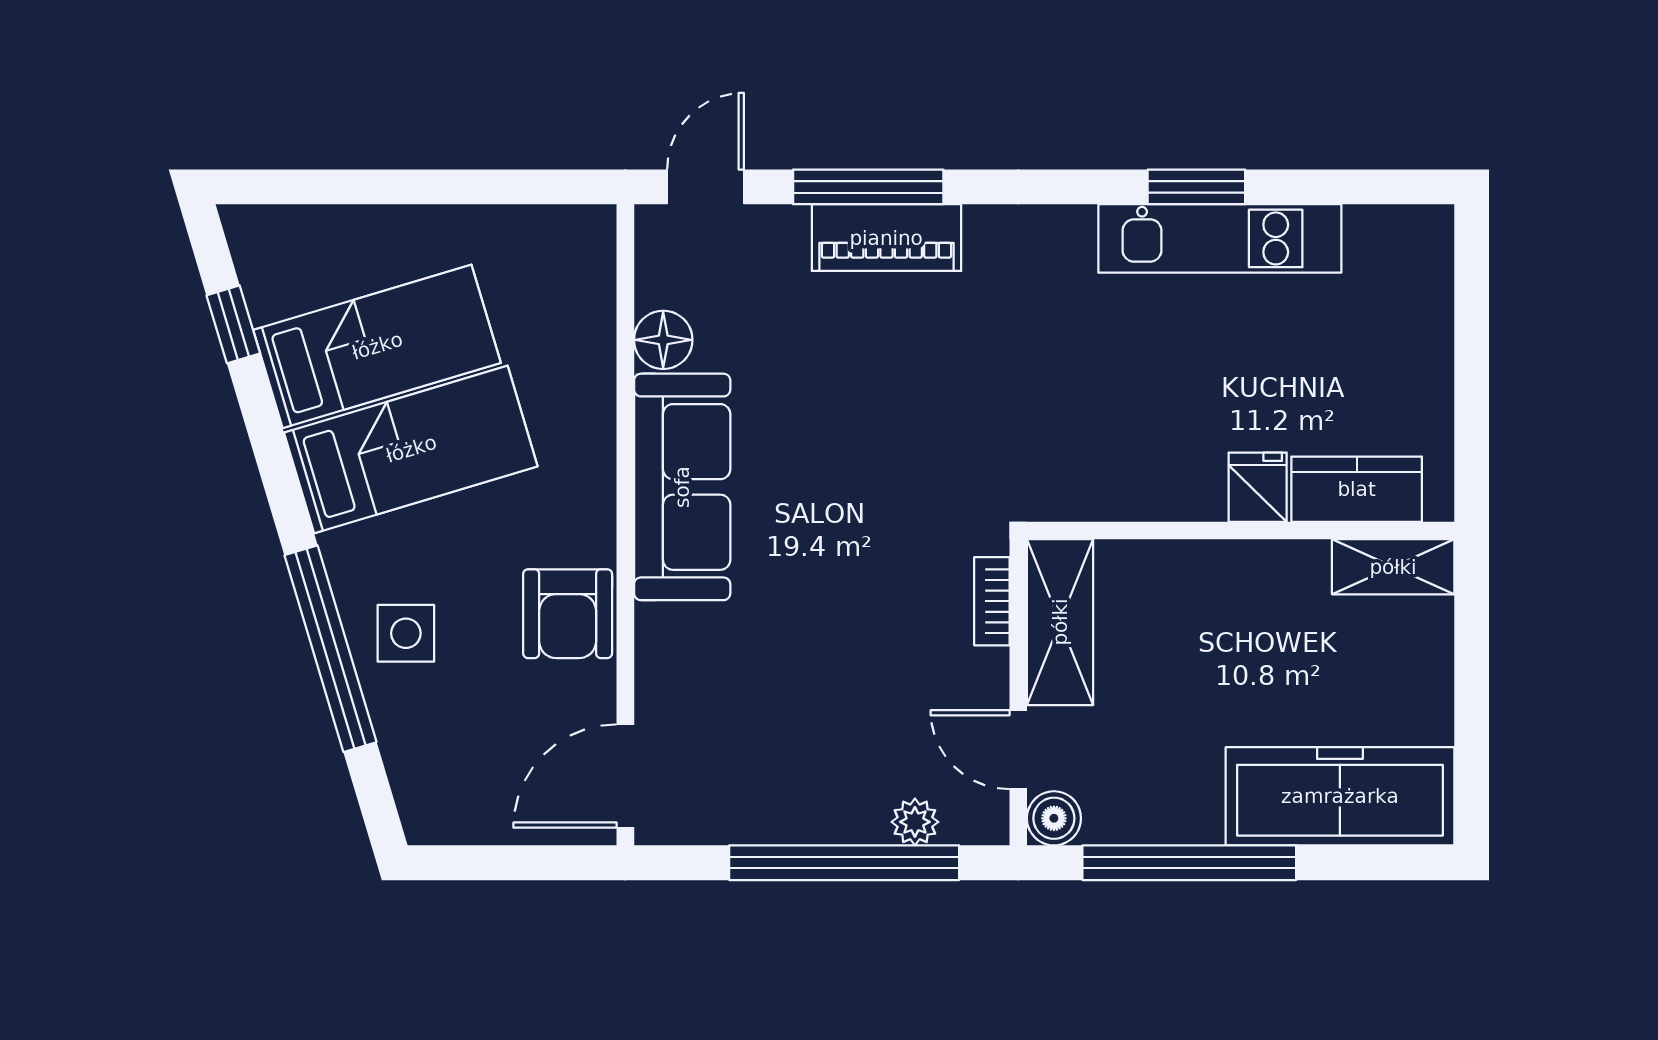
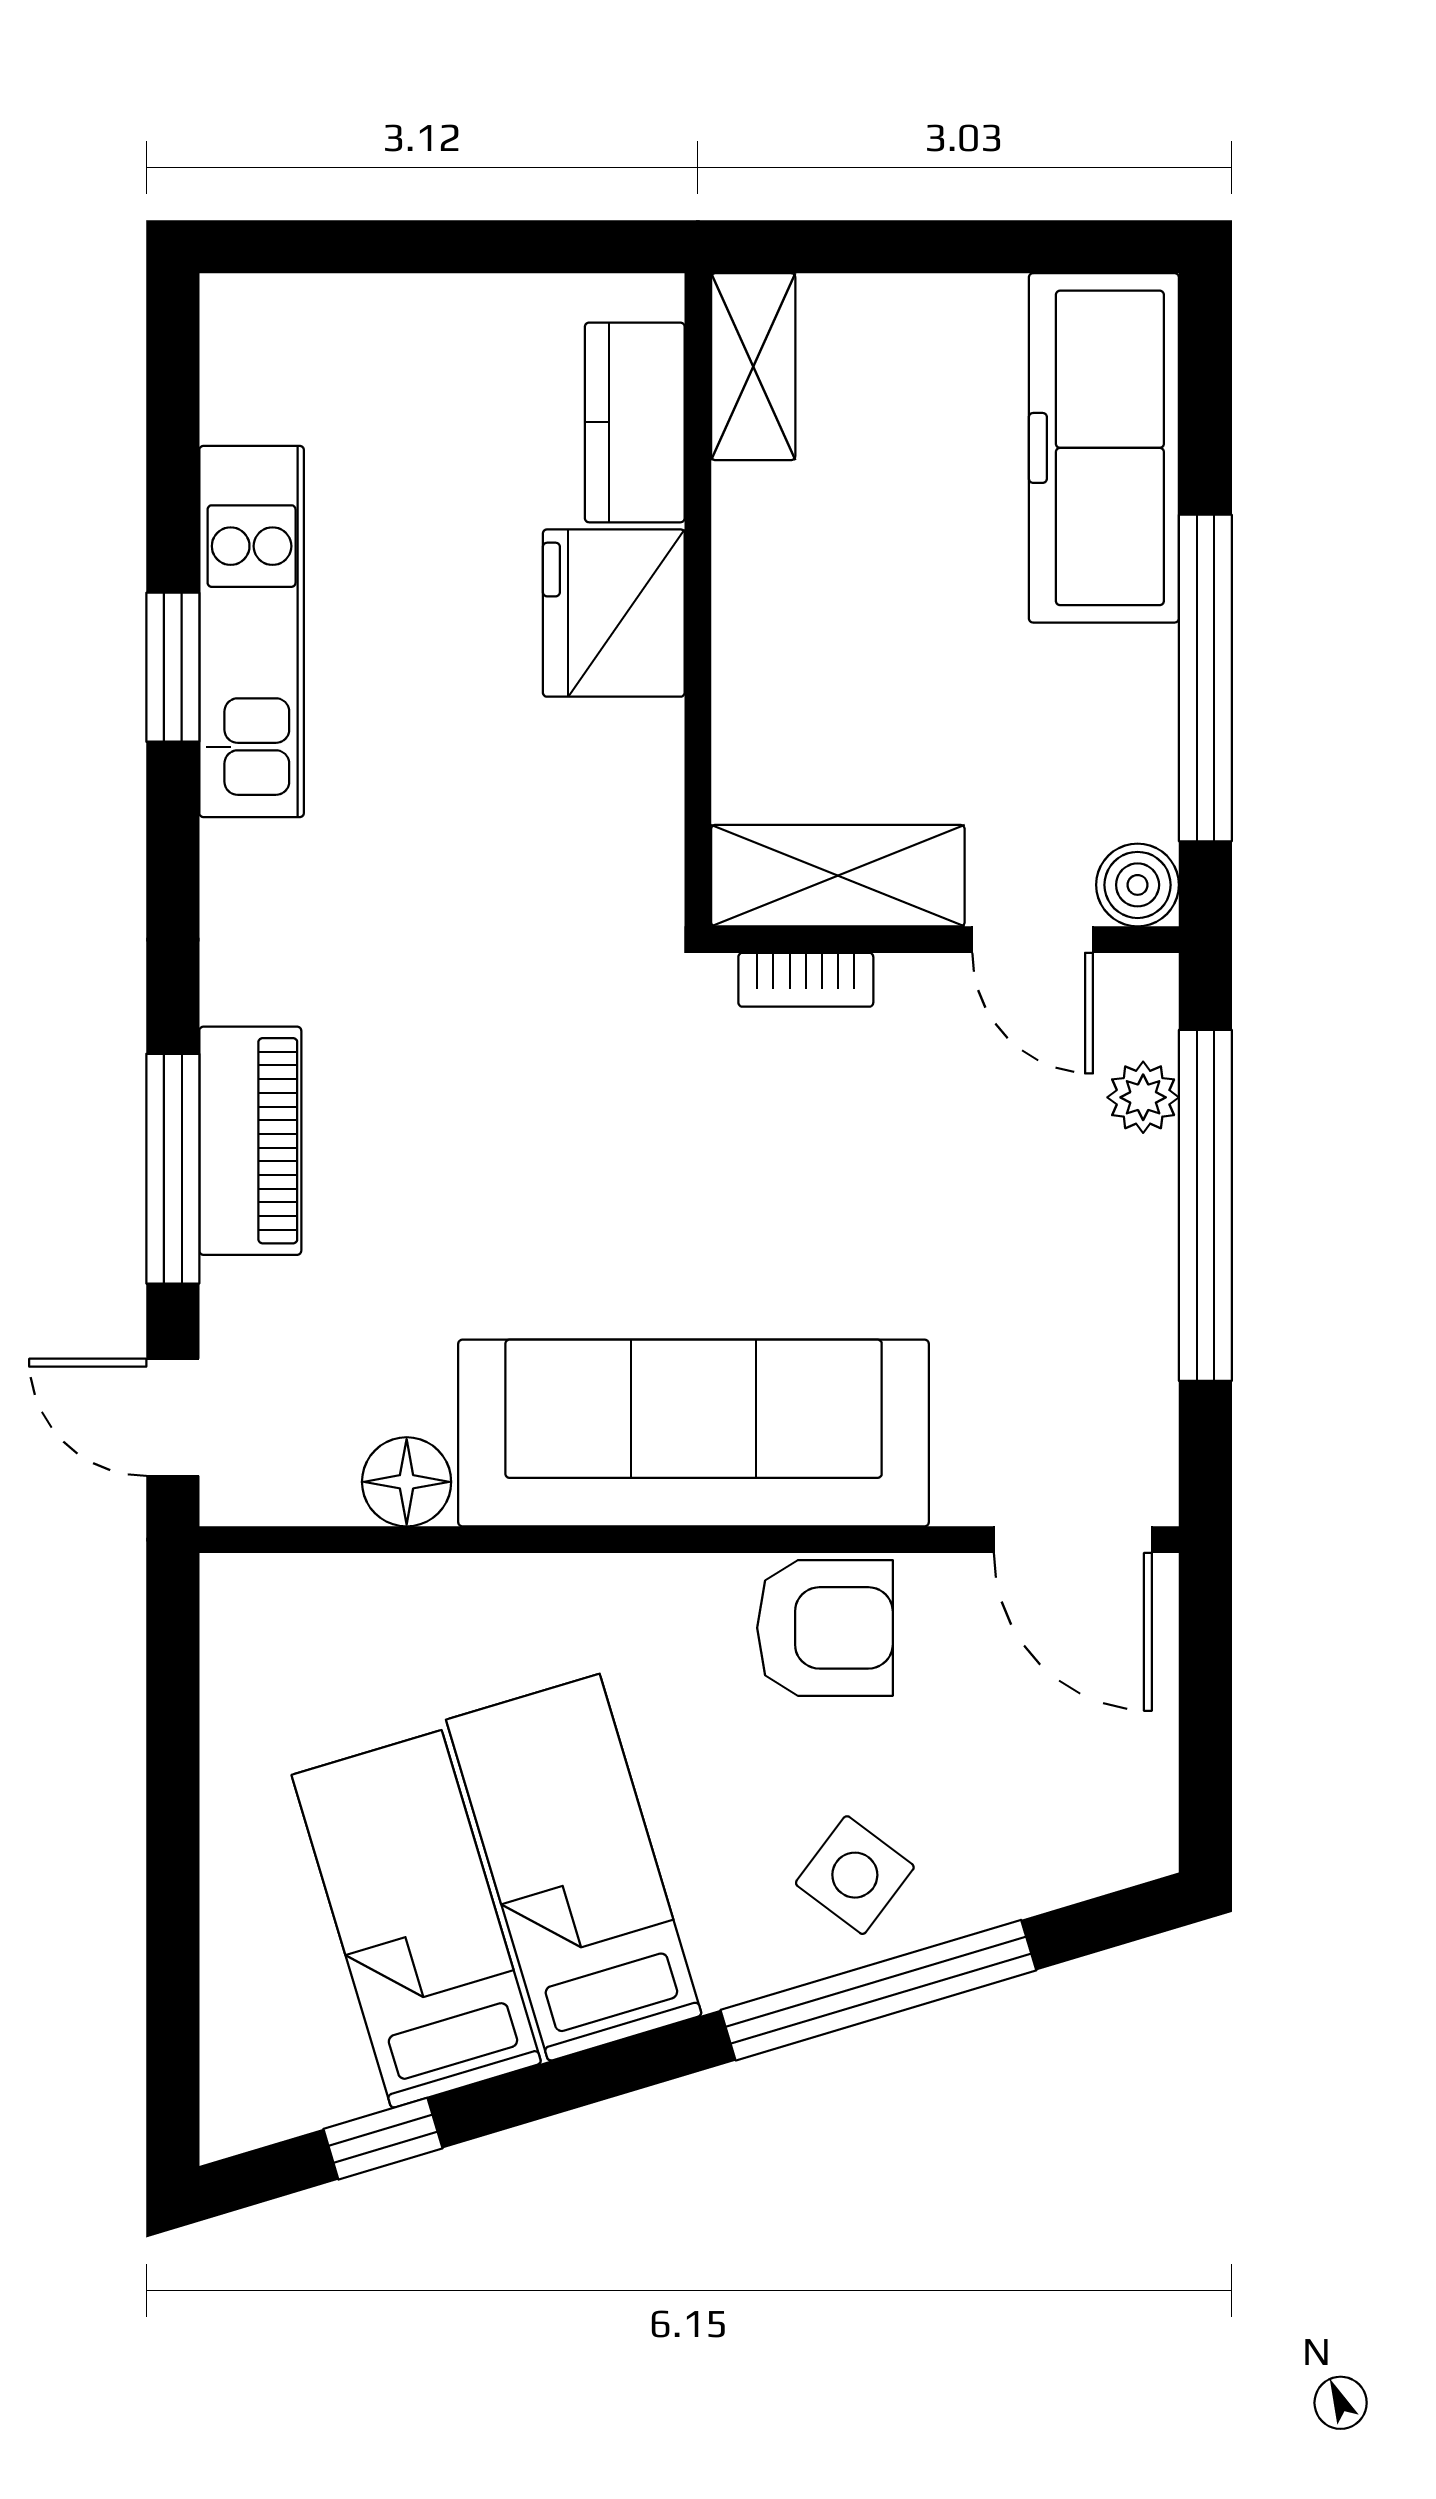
sofa: (682, 487) -> (694, 1433), width x1.36, depth x1.27
fridge: (1258, 487) -> (614, 613), width x1.88, depth x1.34
side table: (406, 633) -> (855, 1875), turned 37
door: (1018, 750) -> (1033, 940), hinge flipped

